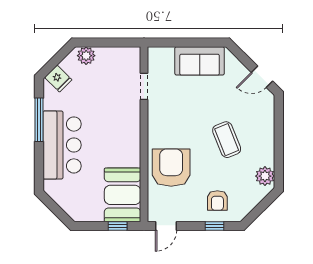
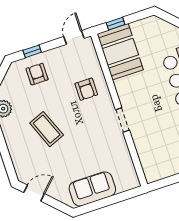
doorway: (144, 86) -> (122, 120), moved
armchair: (171, 168) -> (86, 89), width x0.53, depth x0.53

